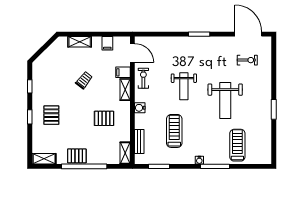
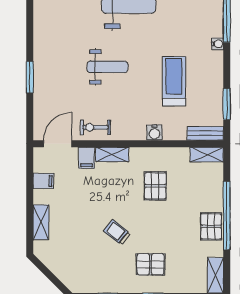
window: (199, 34) -> (30, 77), moved
trolley: (84, 80) -> (117, 232), moved
water cooler: (140, 108) -> (154, 133), moved
treadmill: (174, 131) -> (174, 81), turned 90
bench: (139, 141) -> (205, 133), moved

